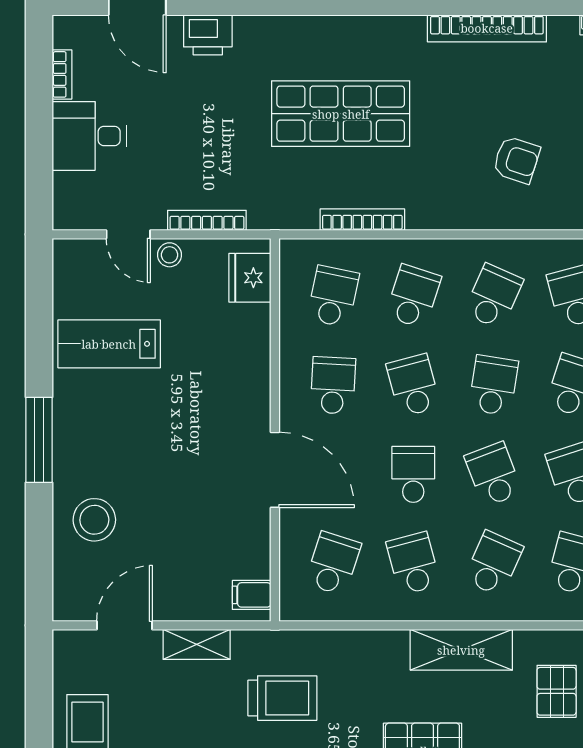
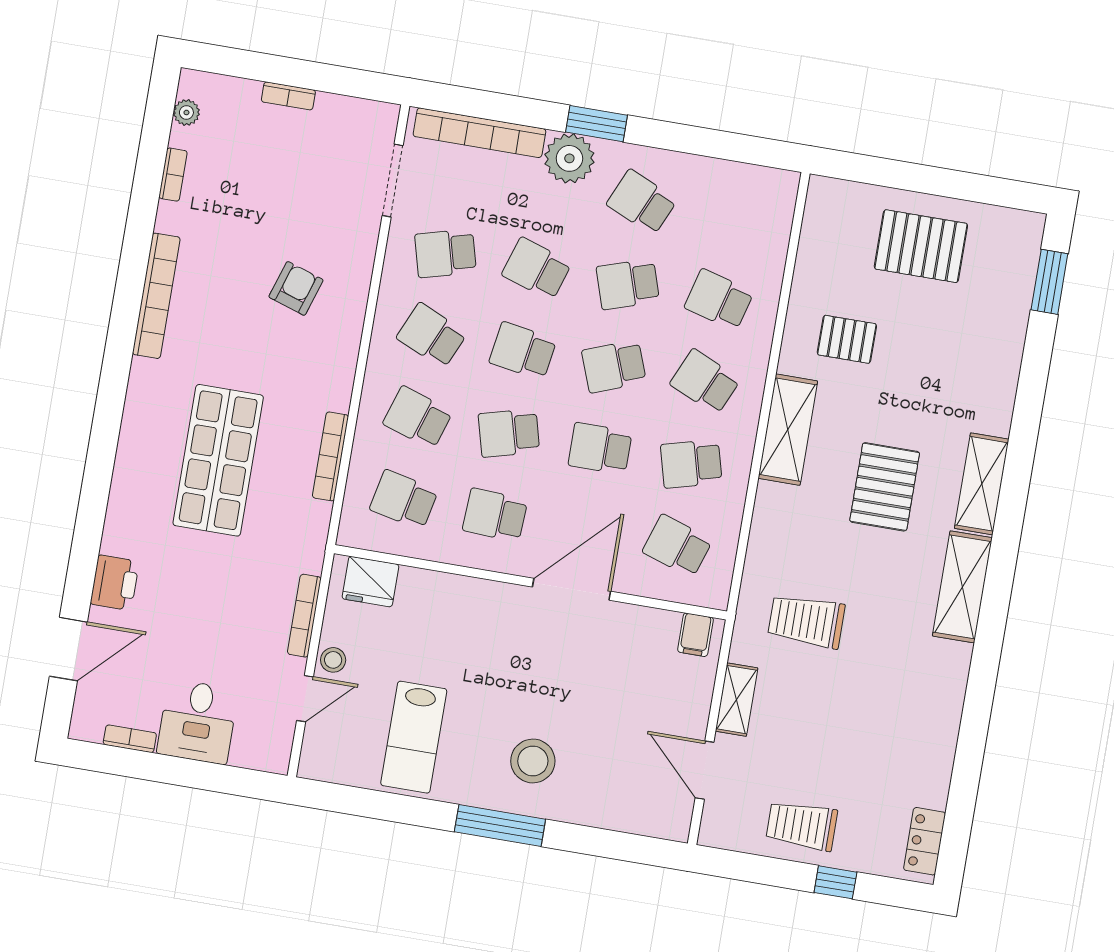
stool: (94, 520) -> (533, 761), moved
trolley: (282, 698) -> (806, 621), turned -90

